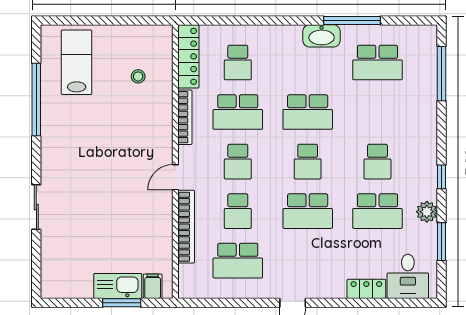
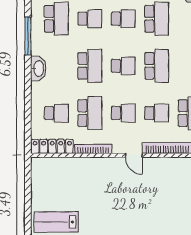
washbasin: (322, 36) -> (38, 68), moved
stool: (138, 76) -> (66, 180), removed
school desk: (377, 112) -> (90, 19), added

